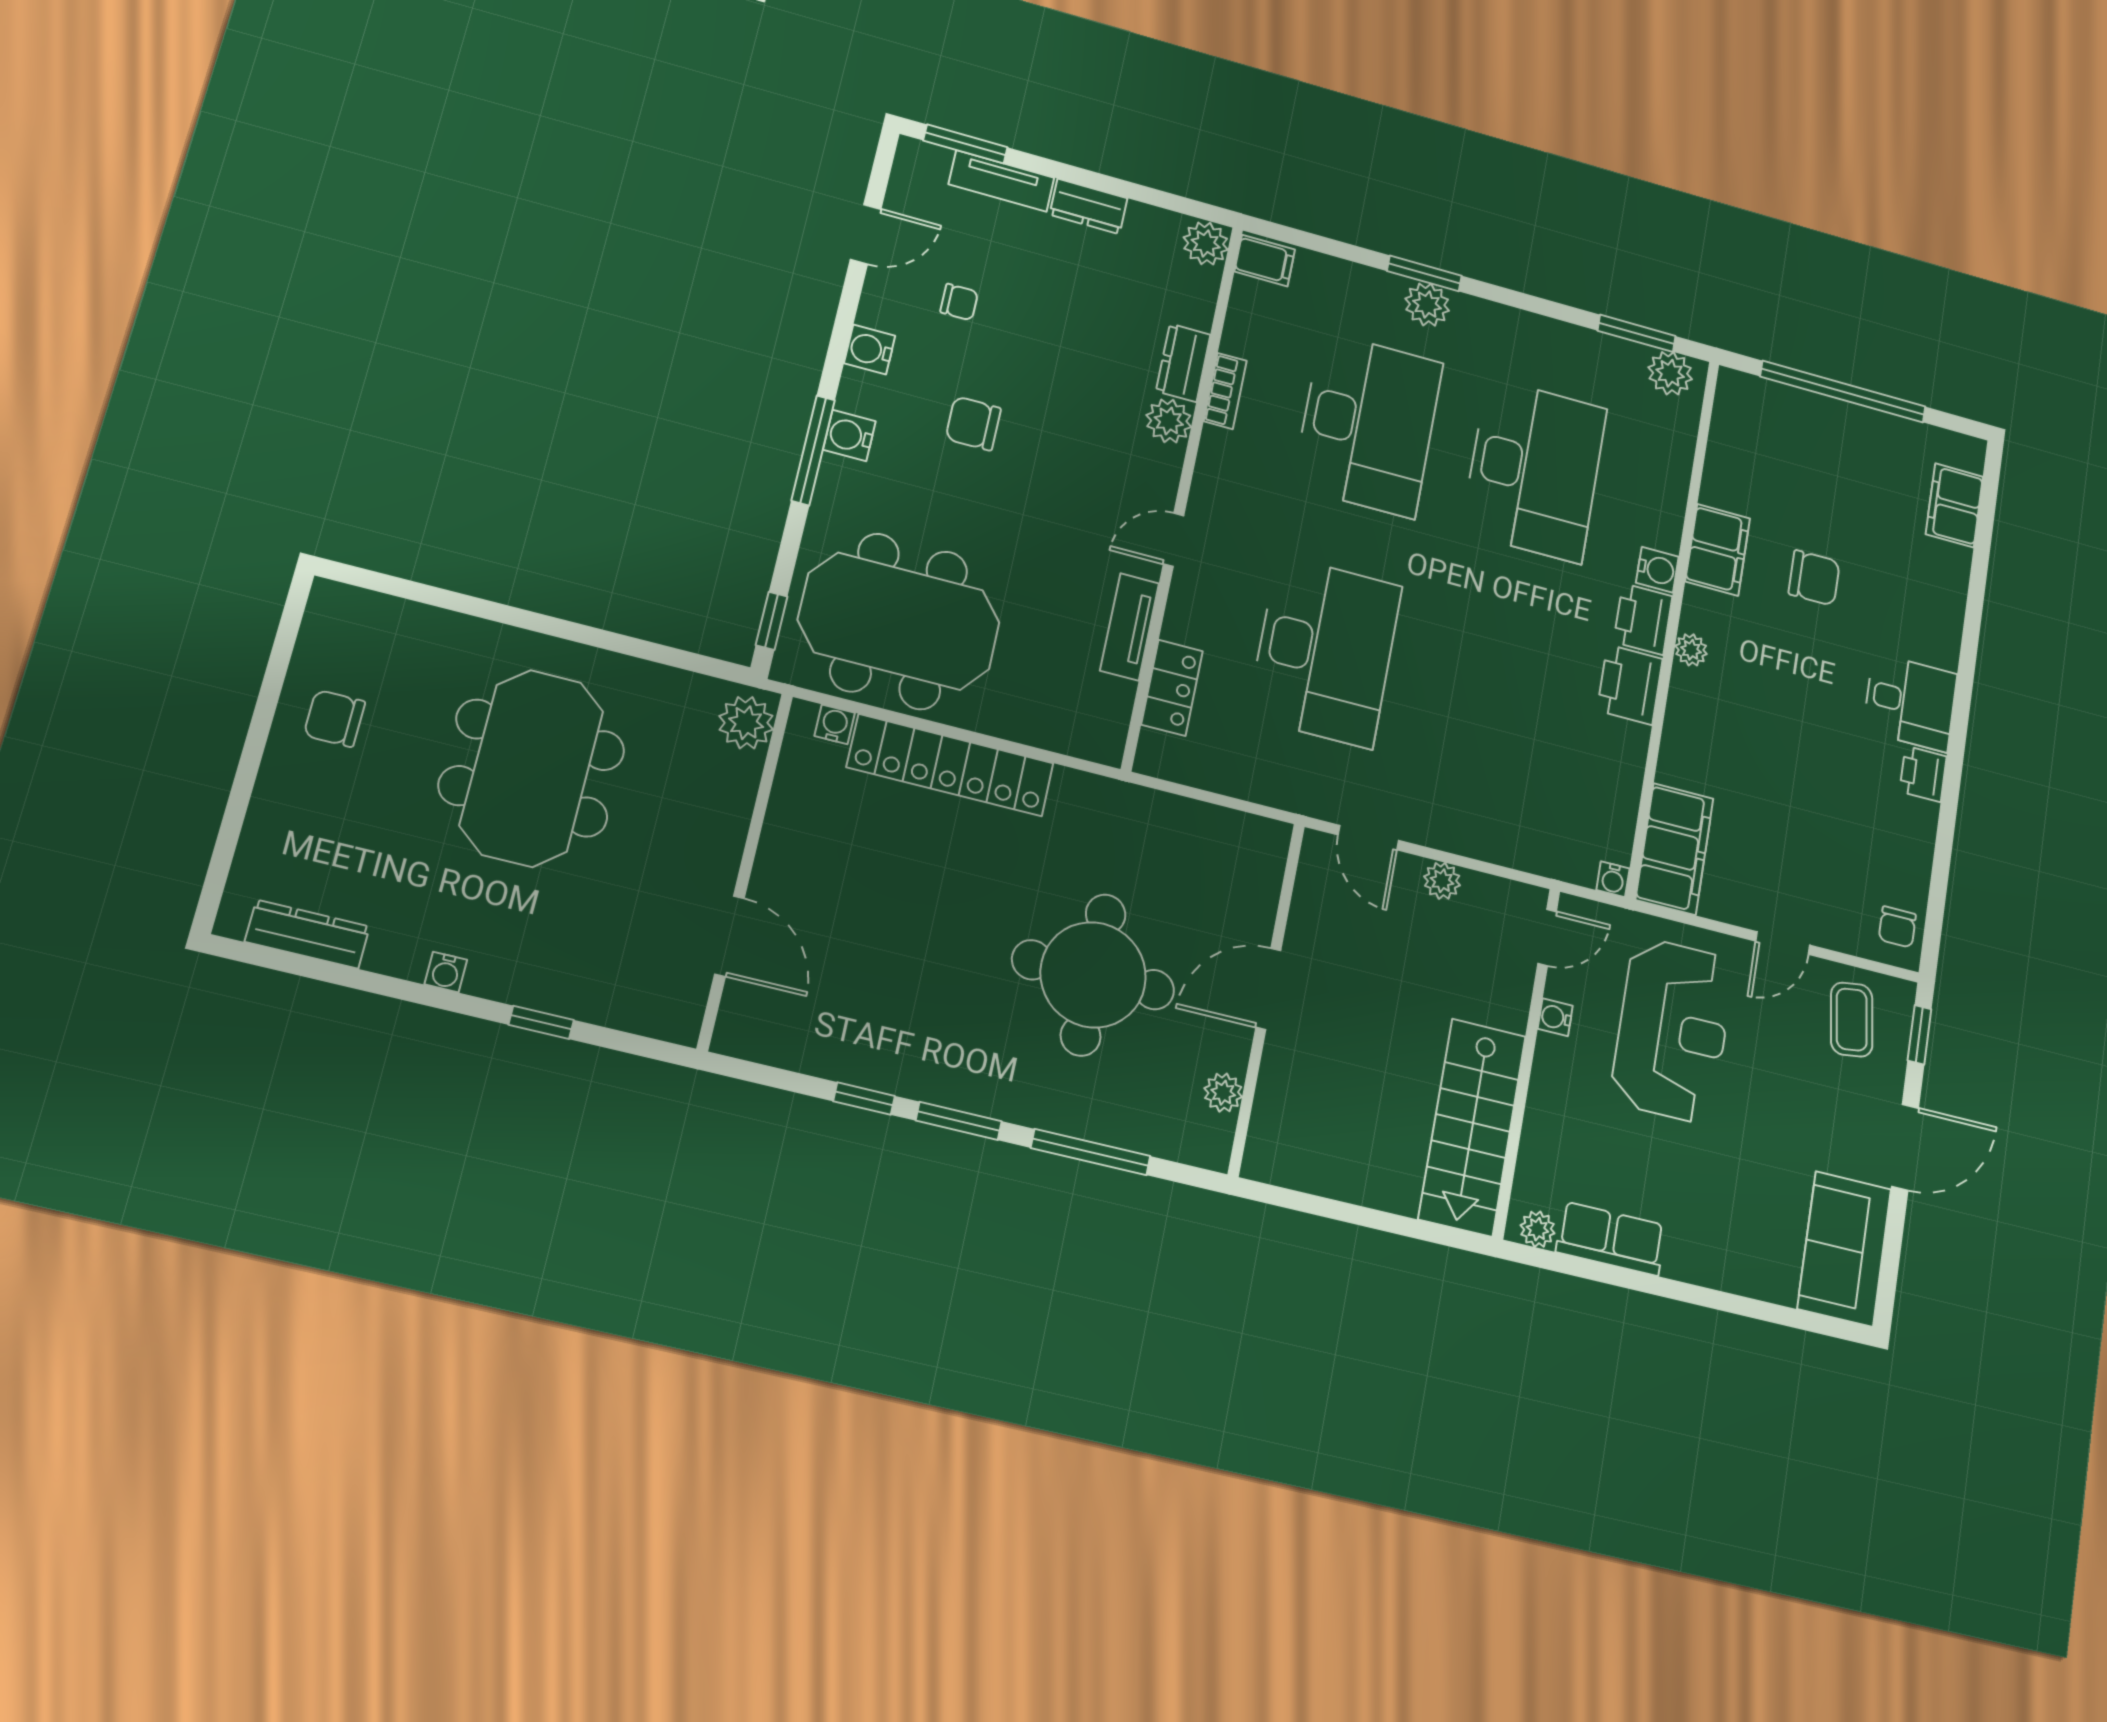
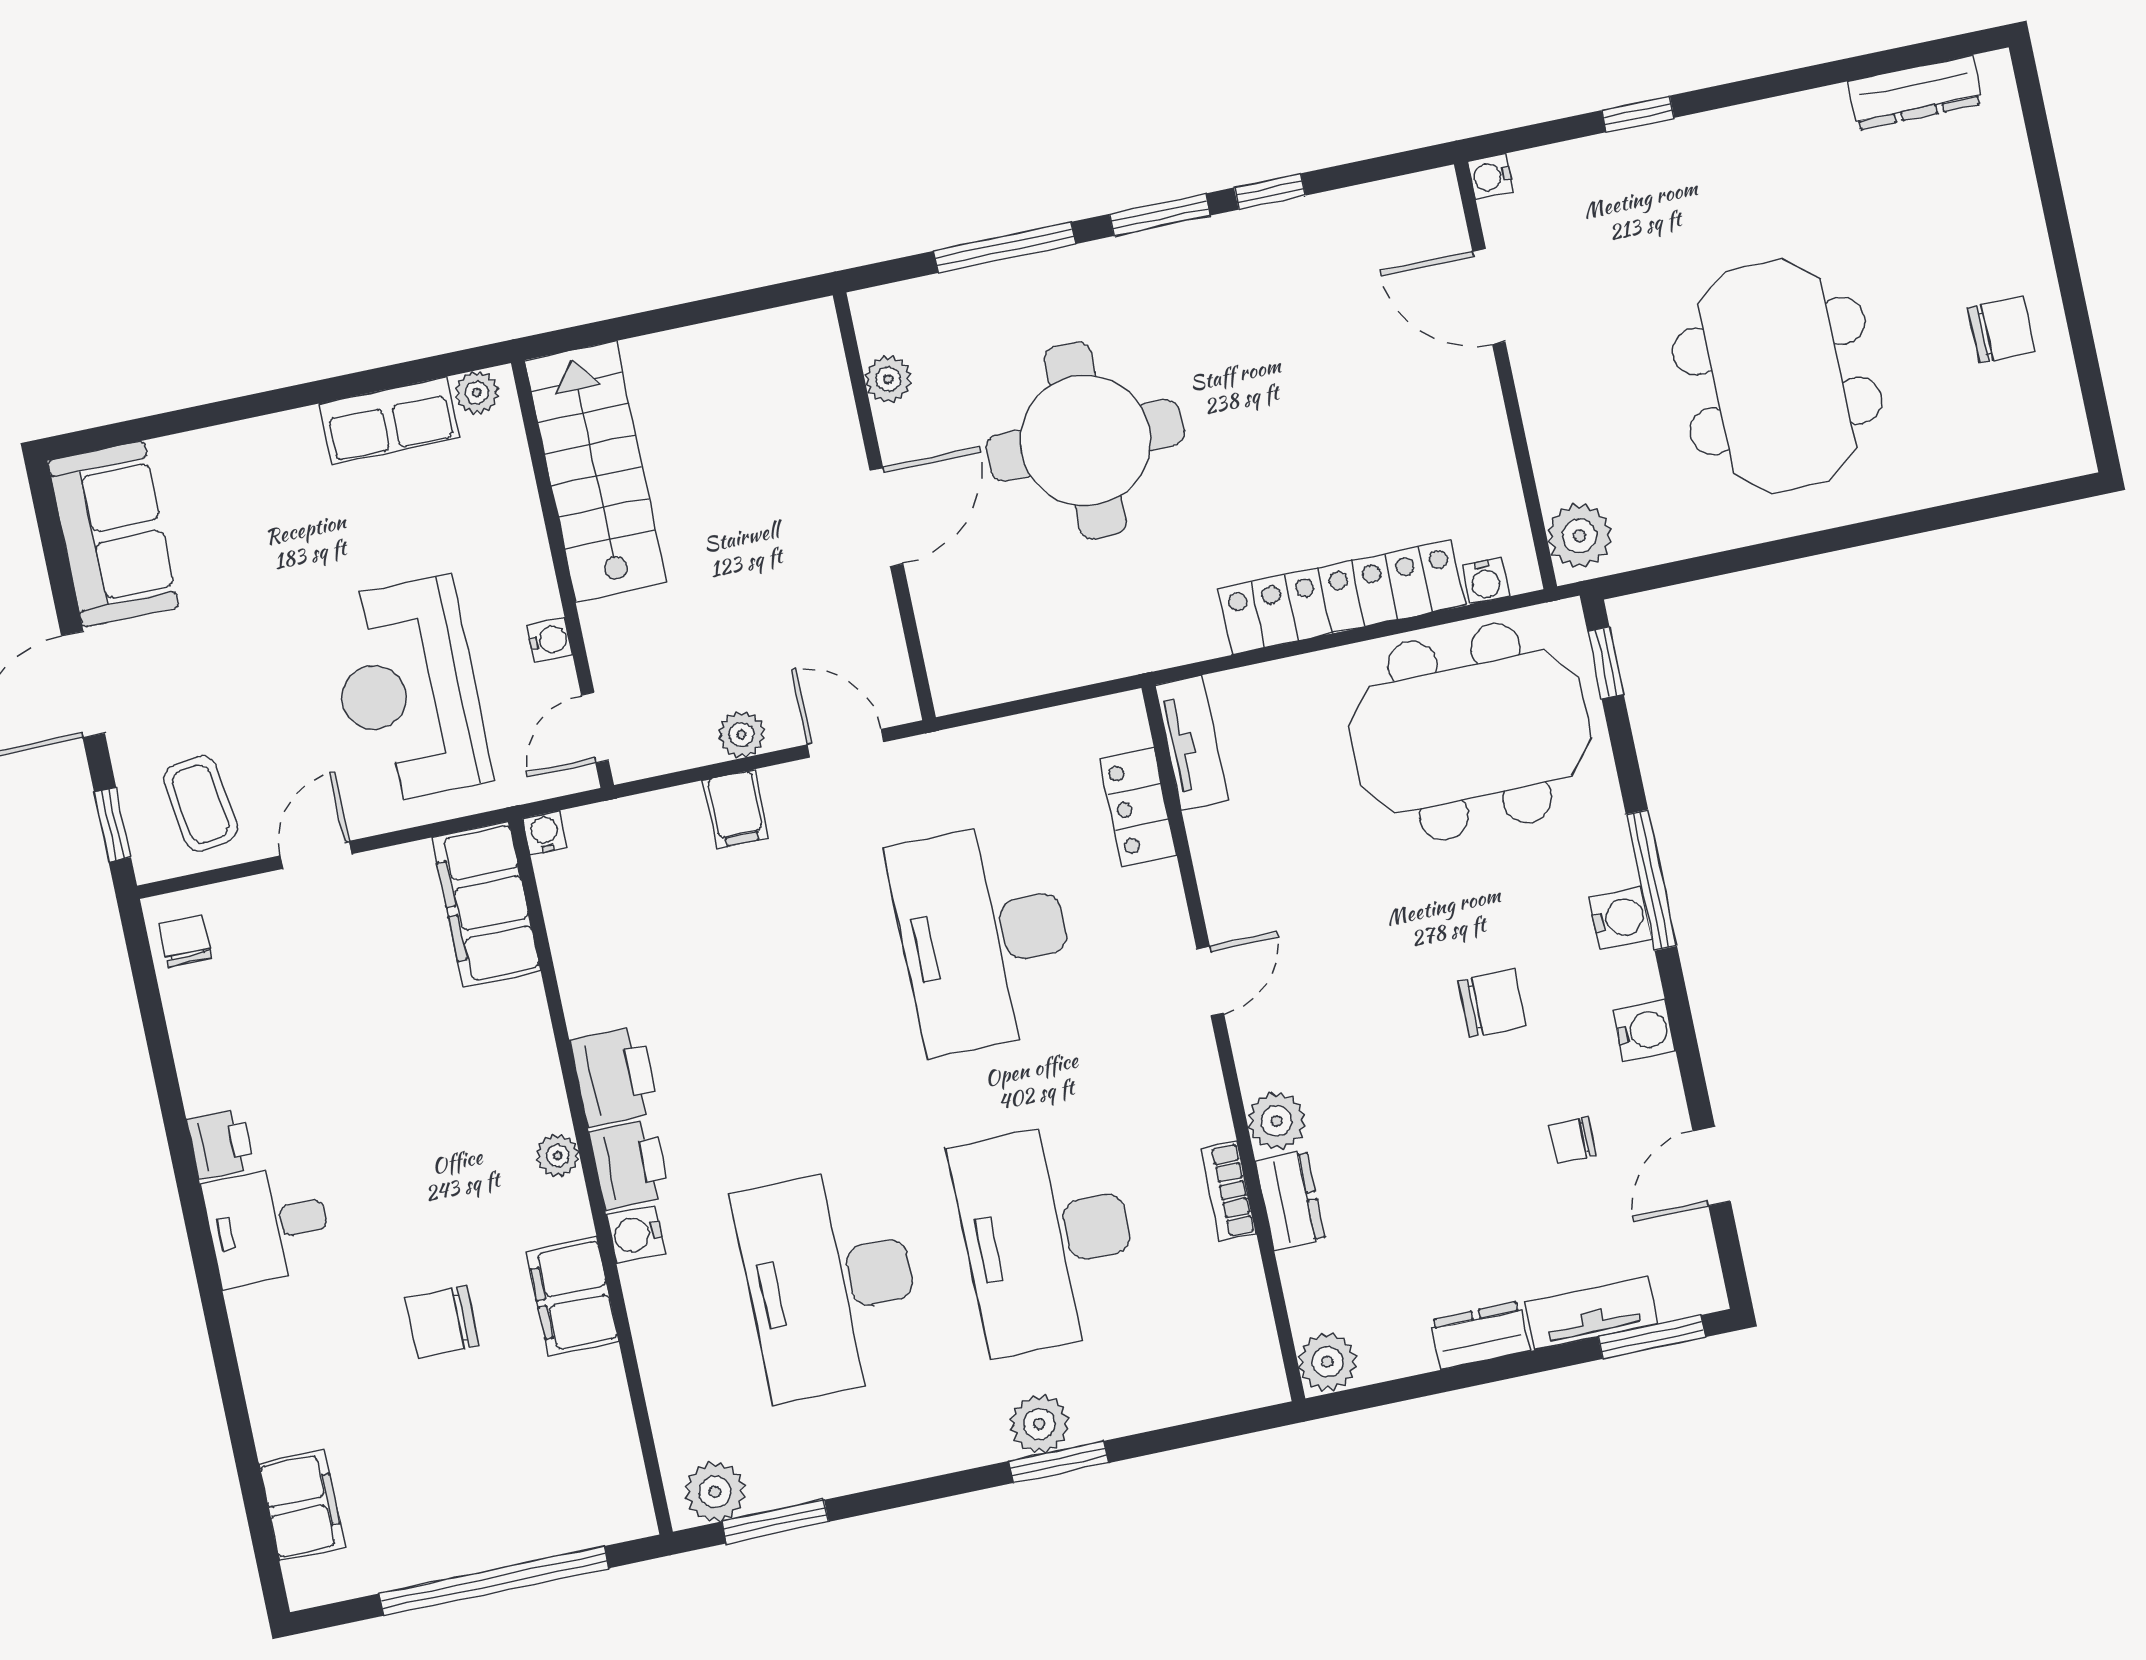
filing cabinet: (1265, 261) -> (736, 809), moved, turned -90
tv unit: (1130, 627) -> (1192, 743), moved
water cooler: (446, 972) -> (1490, 176), moved, turned -90

